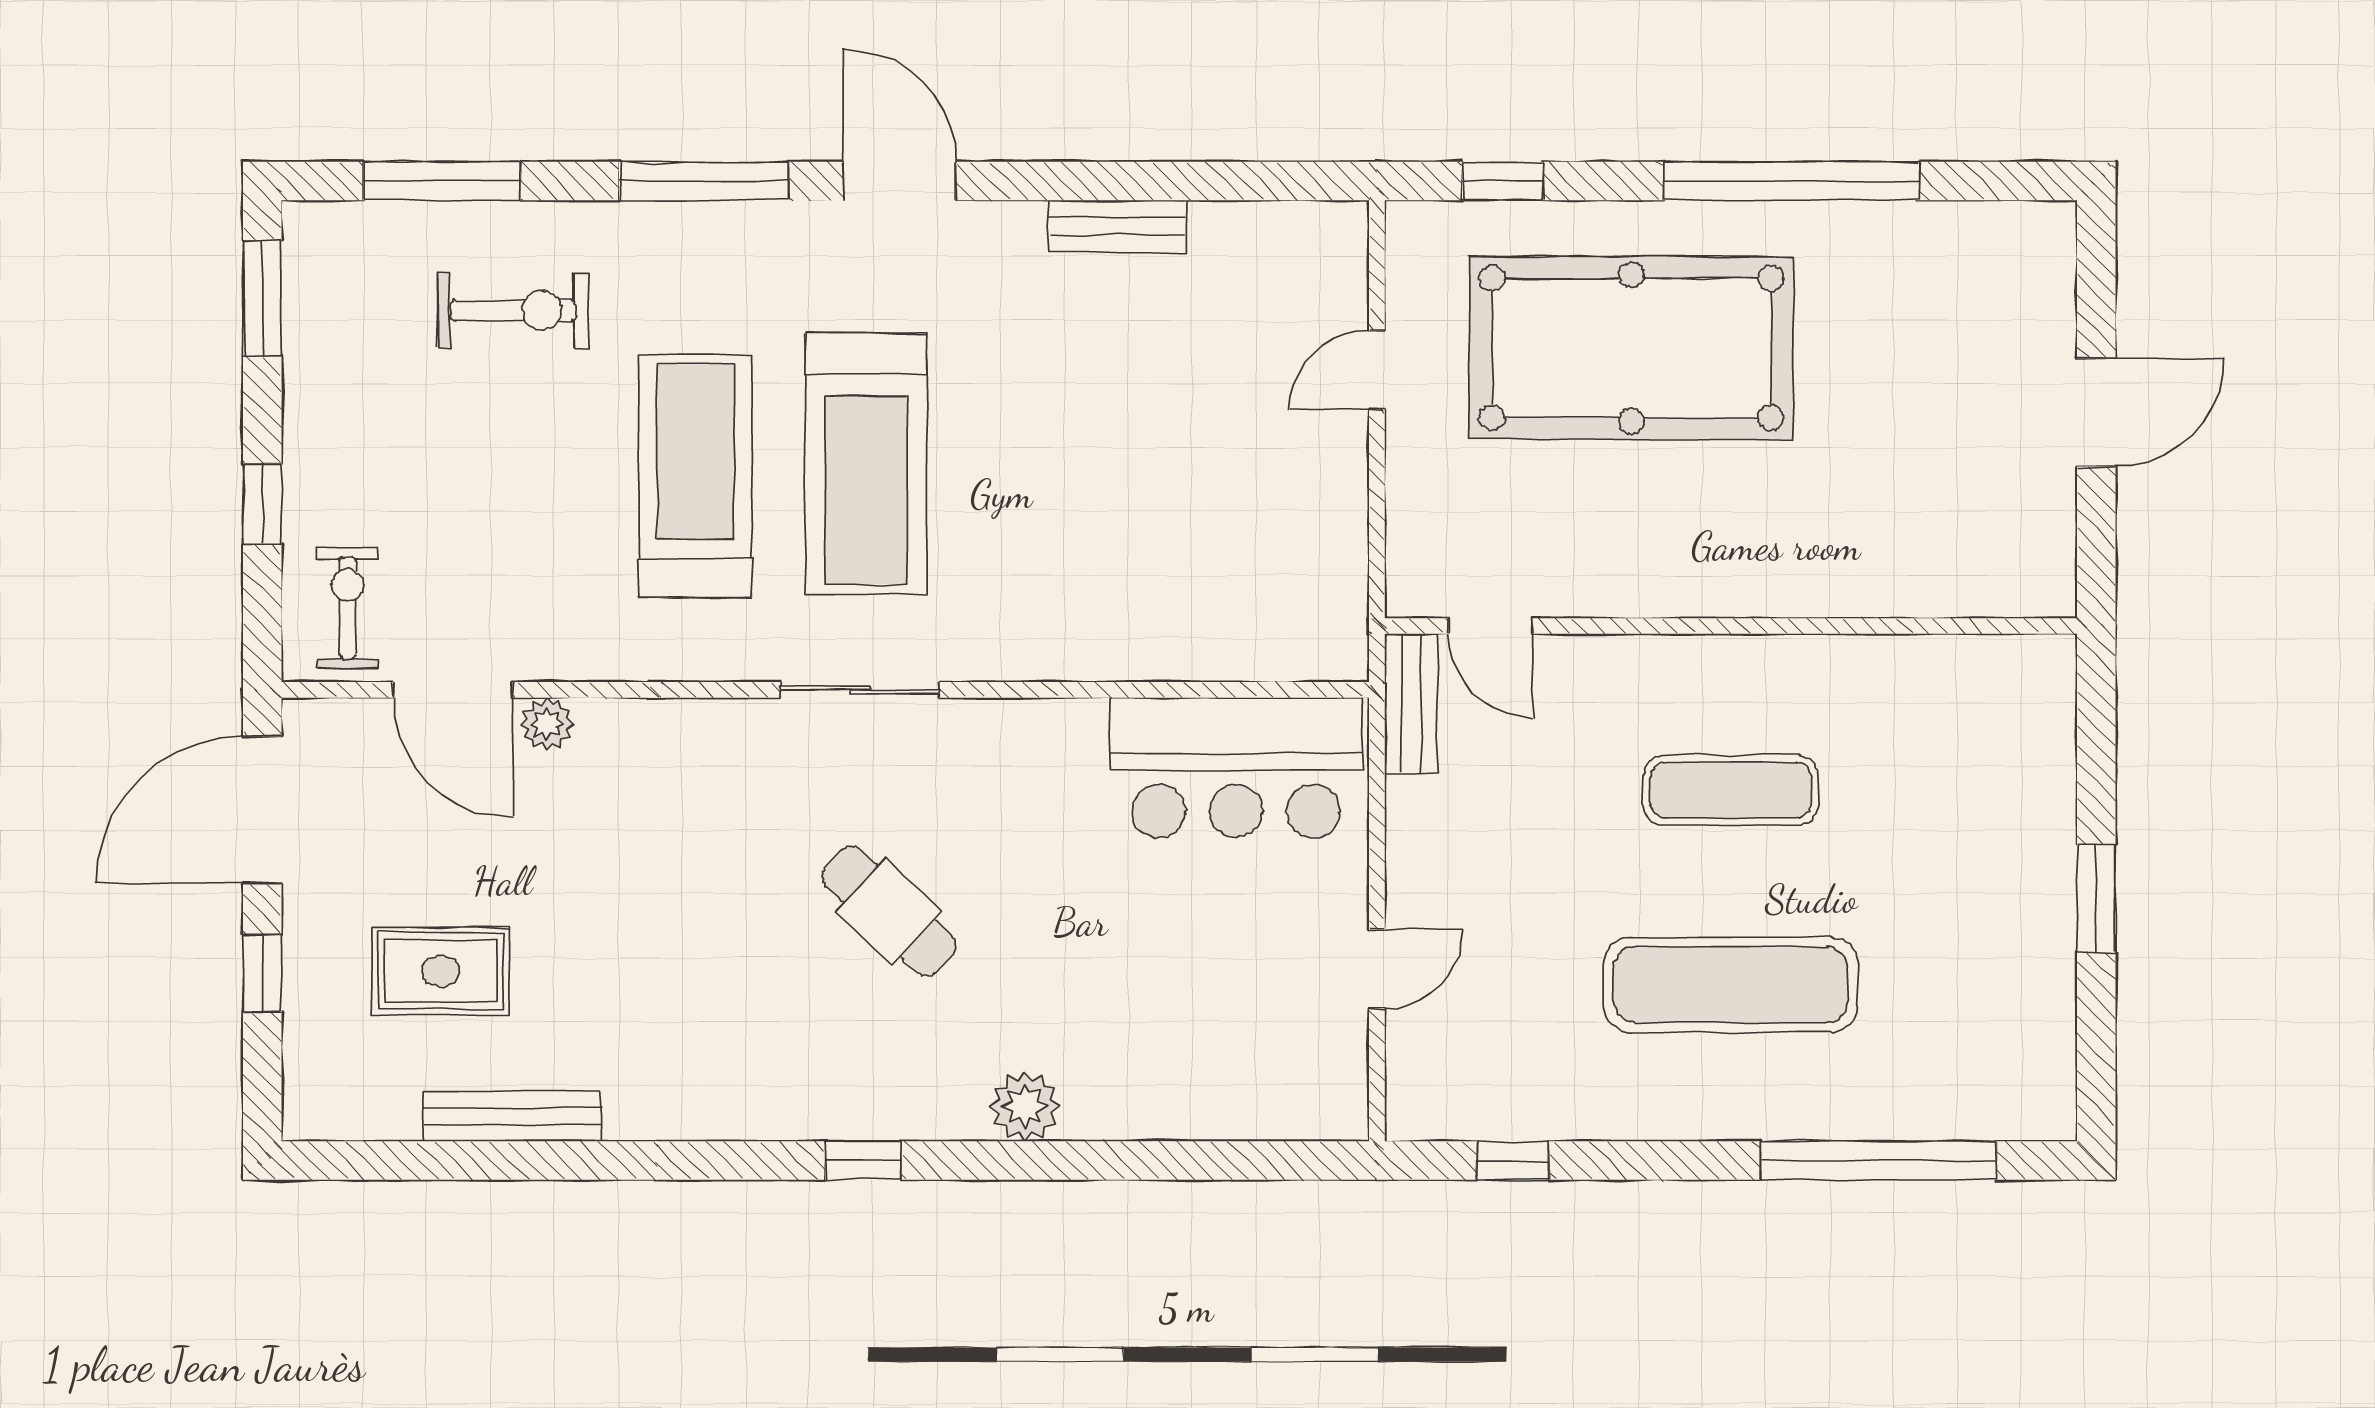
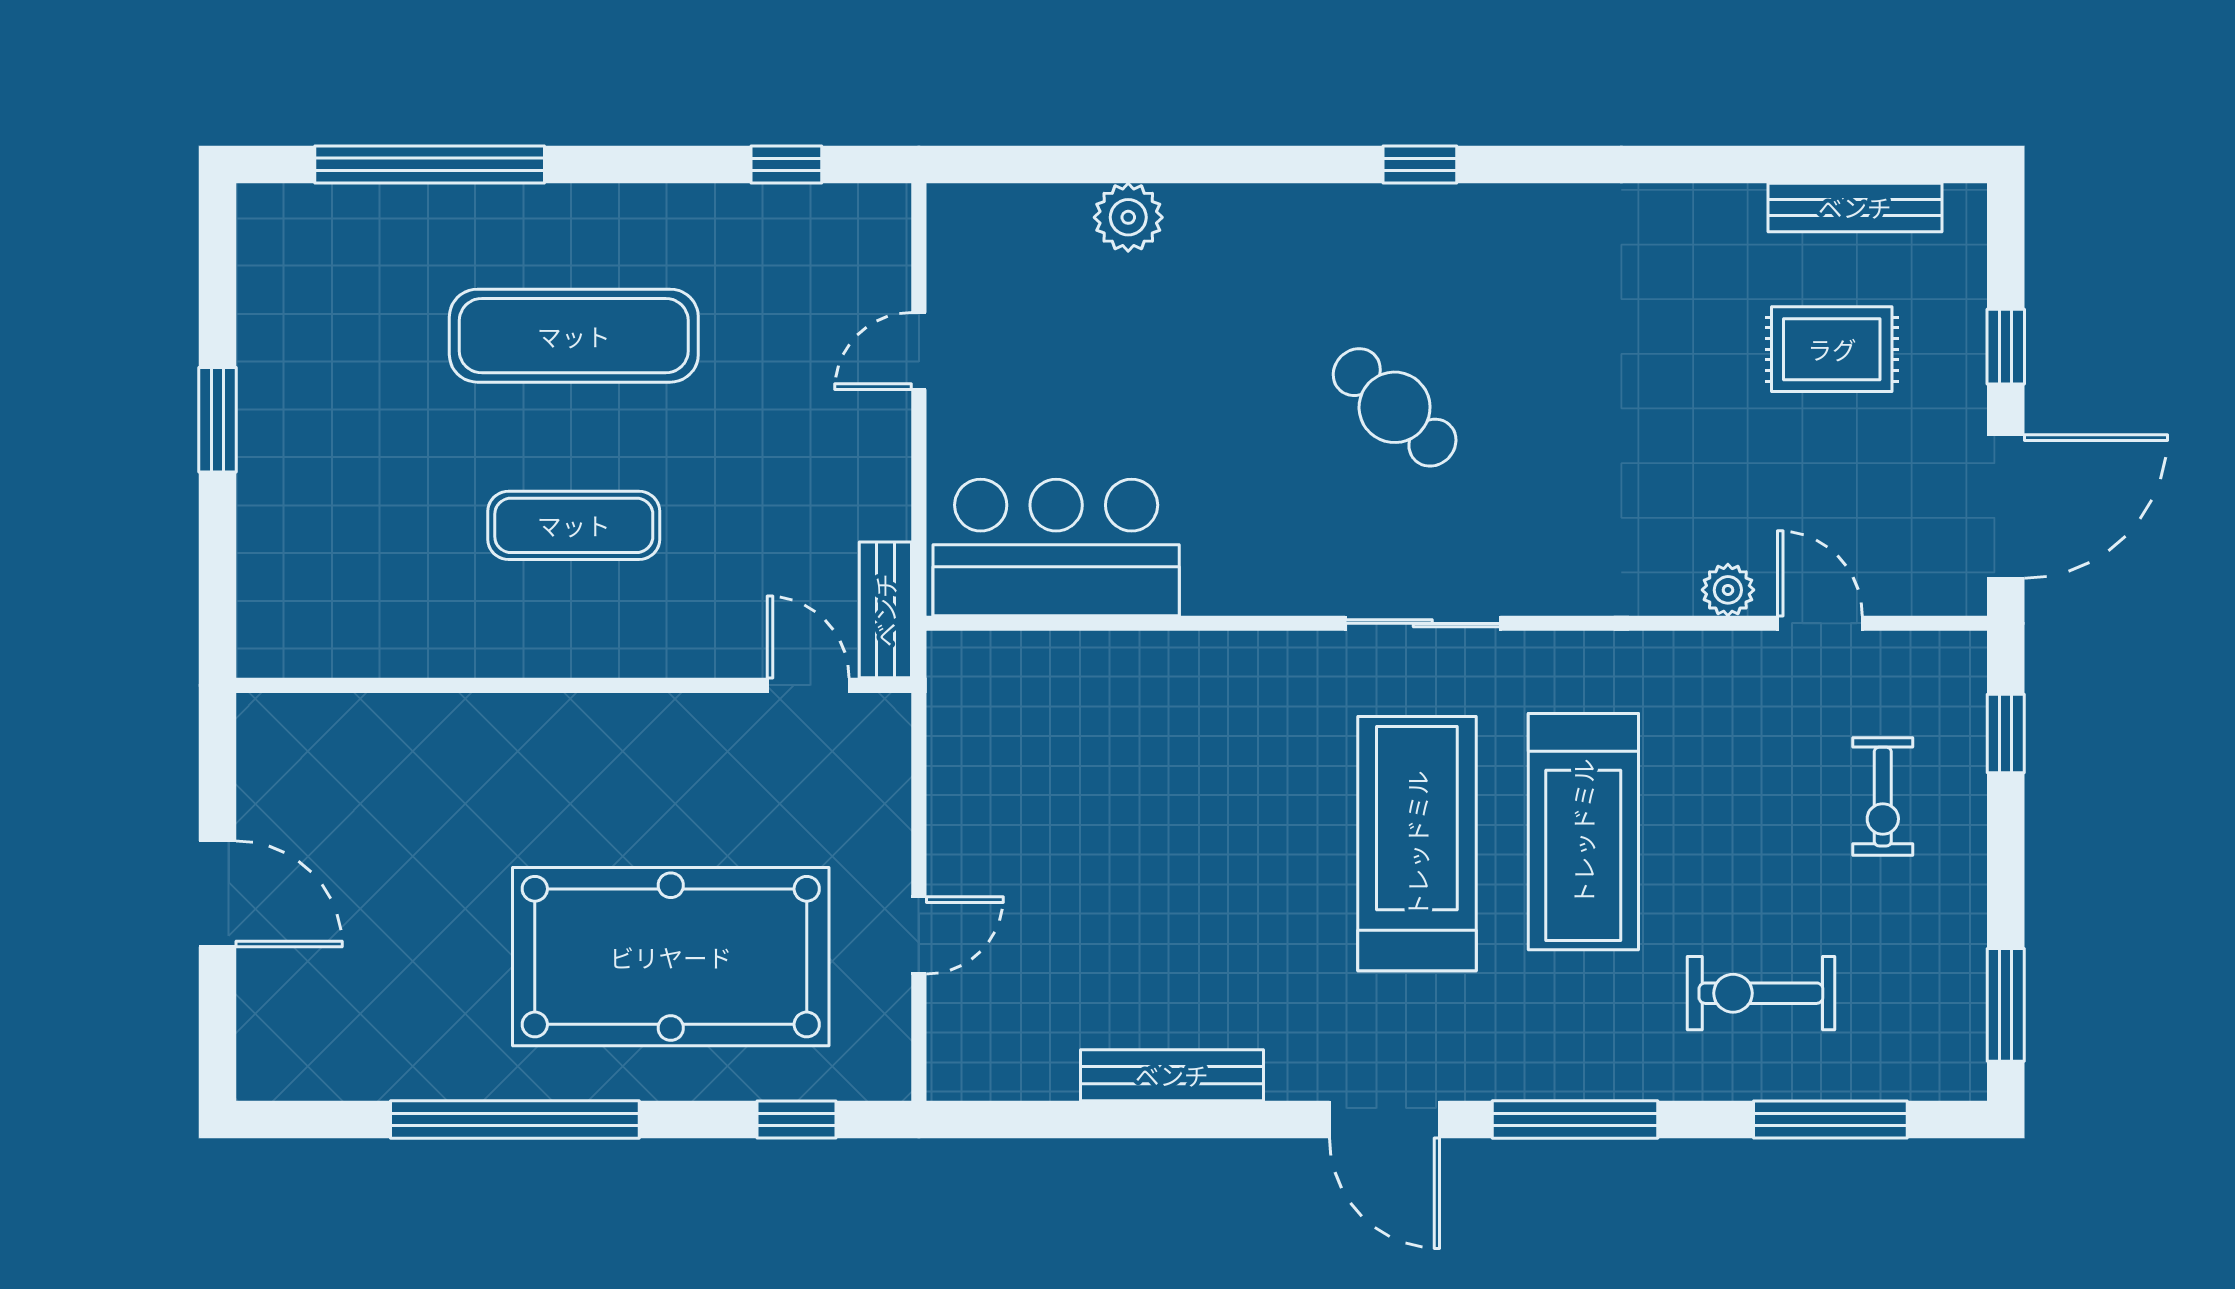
bench: (1117, 226) -> (1172, 1075), width x1.36
door: (2096, 412) -> (218, 894), swing flipped
window: (262, 504) -> (2006, 734), moved
exercise bike: (347, 608) -> (1883, 797), moved
door: (453, 690) -> (1820, 623), width x0.73
plant: (1025, 1106) -> (1128, 217), moved
bench: (512, 1116) -> (1855, 207), moved

